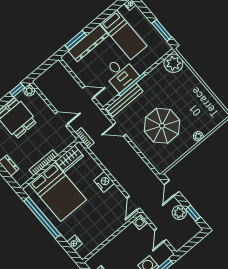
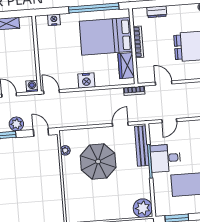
door: (62, 119) -> (164, 83), swing flipped
plant: (198, 136) -> (65, 150), moved

